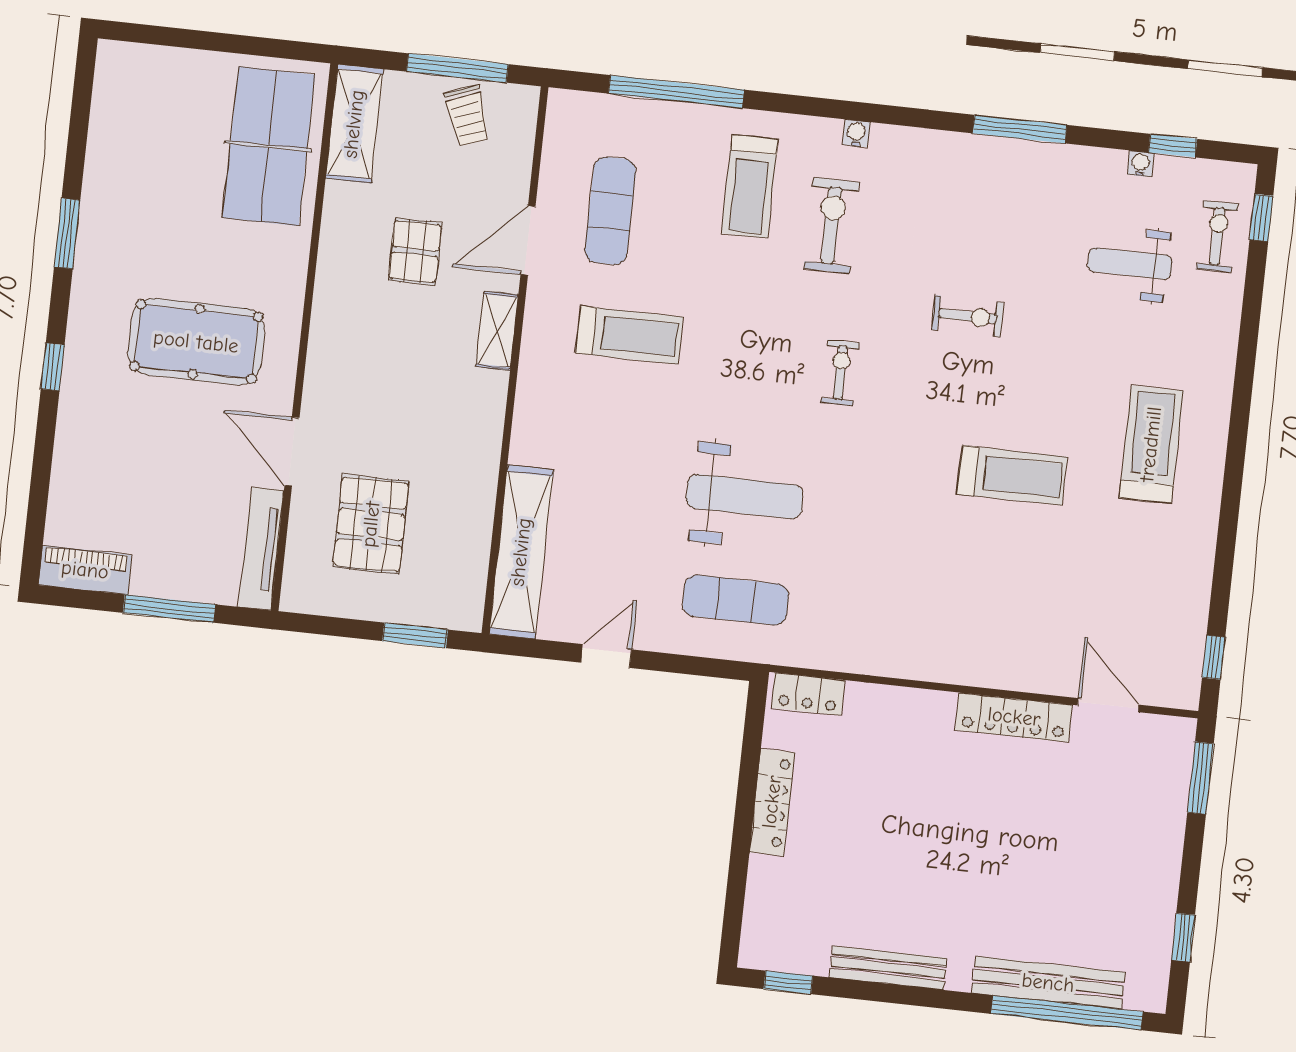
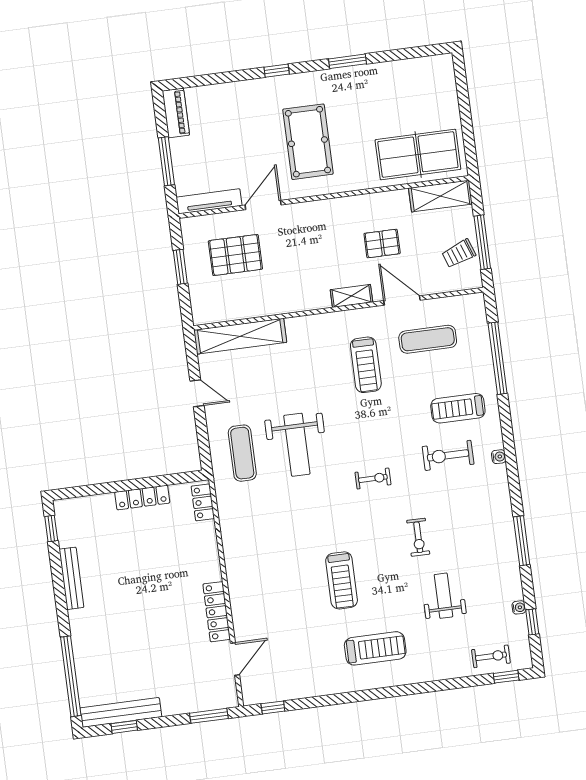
exercise bike: (831, 225) -> (448, 455), turned 180
weight bench: (1130, 263) -> (443, 596), moved
window: (415, 635) -> (180, 267), moved
bench: (1048, 983) -> (121, 712), moved, turned 90

